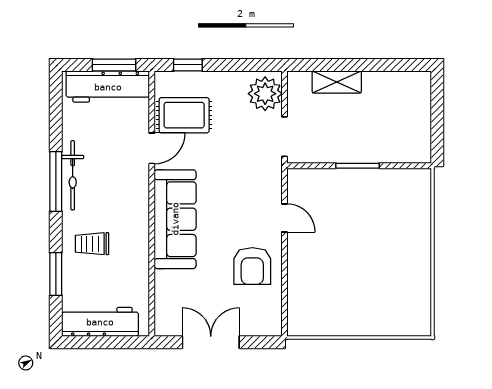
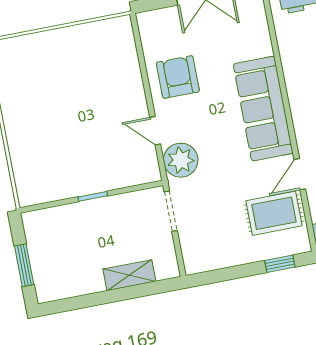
plant: (265, 94) -> (181, 160), moved
window: (437, 111) -> (24, 265), added
window: (358, 166) -> (93, 196), width x0.67

